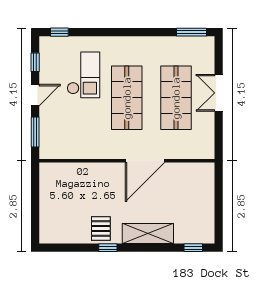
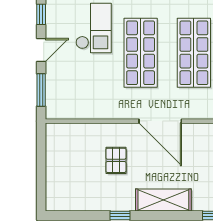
door: (145, 161) -> (160, 121), hinge flipped
pallet: (101, 229) -> (116, 160), moved

